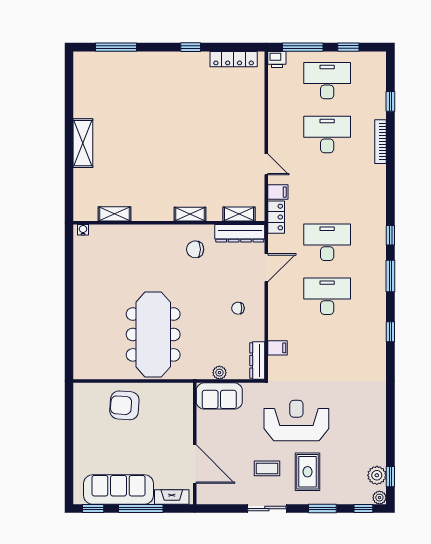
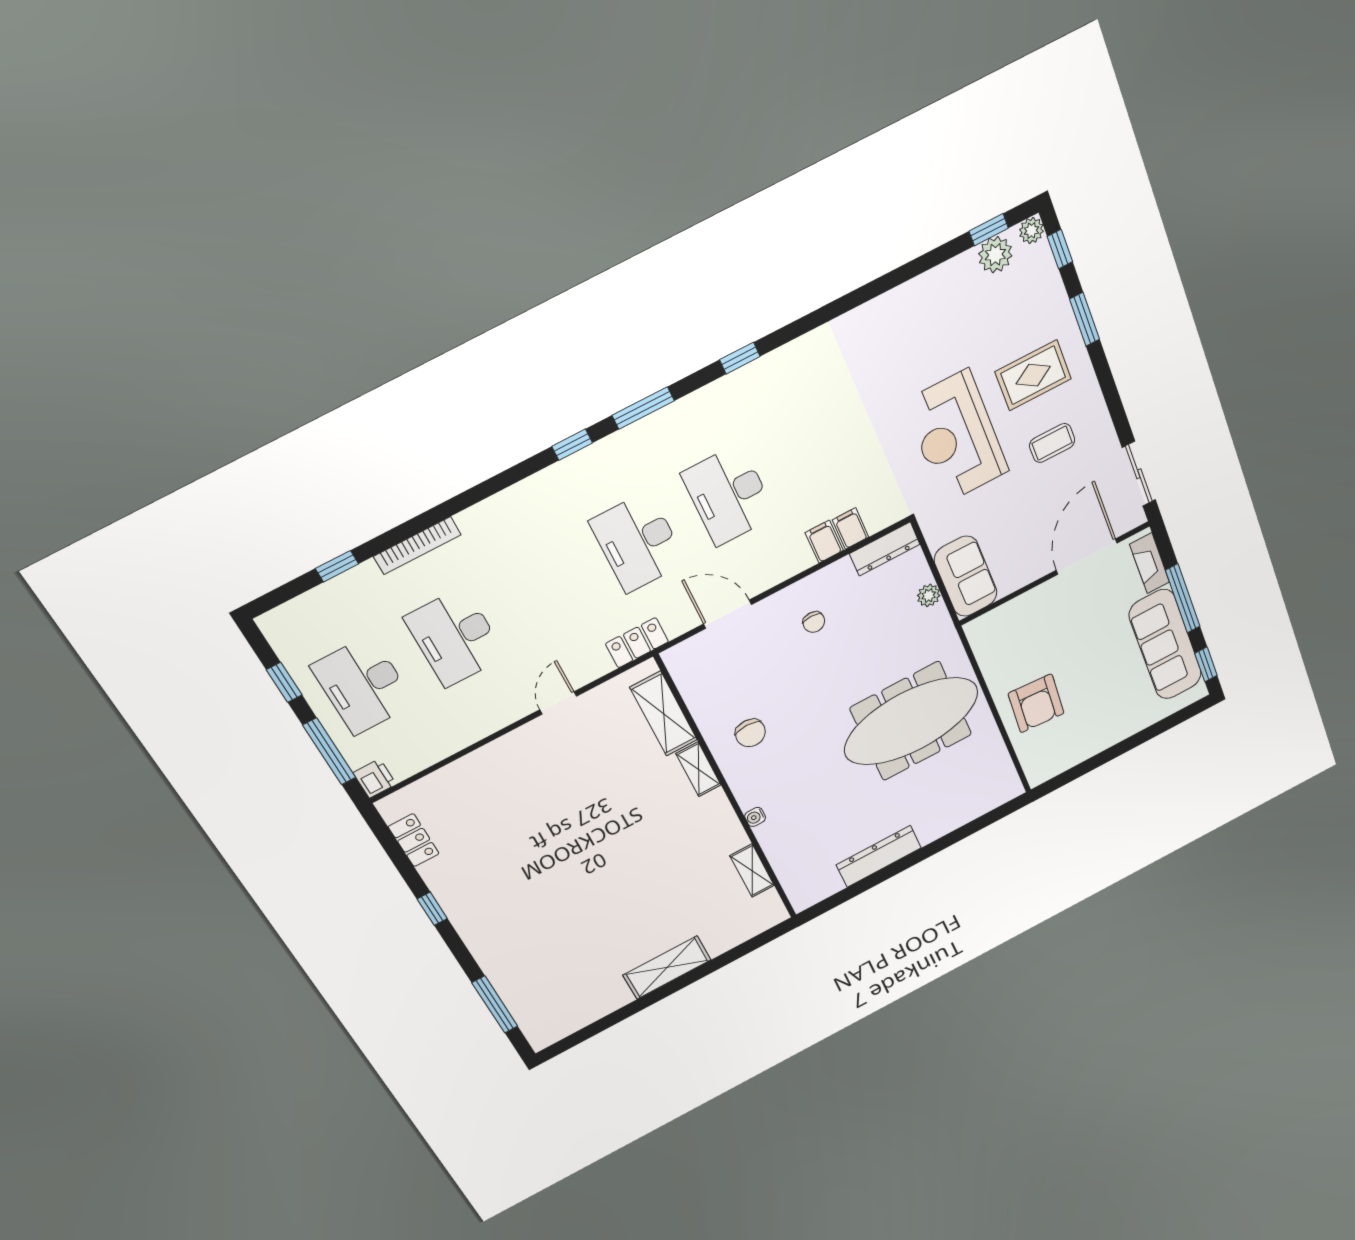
locker: (234, 59) -> (414, 840), width x0.66
filing cabinet: (278, 192) -> (824, 542), moved
shelving: (239, 214) -> (664, 714), width x1.50, depth x1.33
water cooler: (83, 230) -> (755, 817), moved
dresser: (240, 233) -> (879, 856), moved, turned -90
coffee table: (267, 468) -> (1052, 443), turned 90
sliding door: (267, 509) -> (1139, 474), moved

